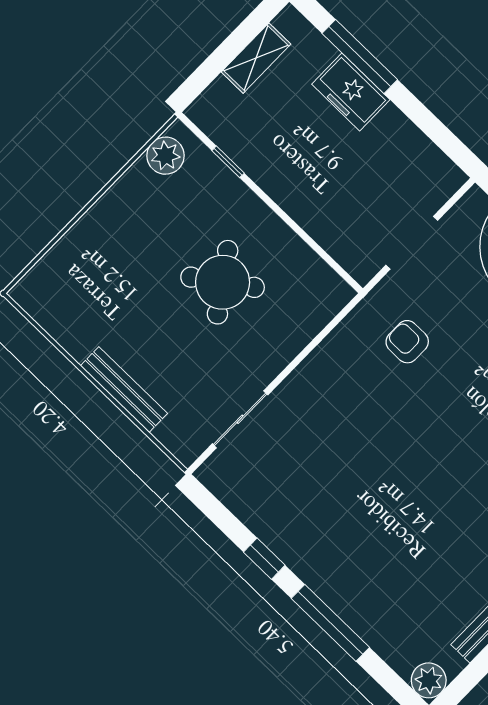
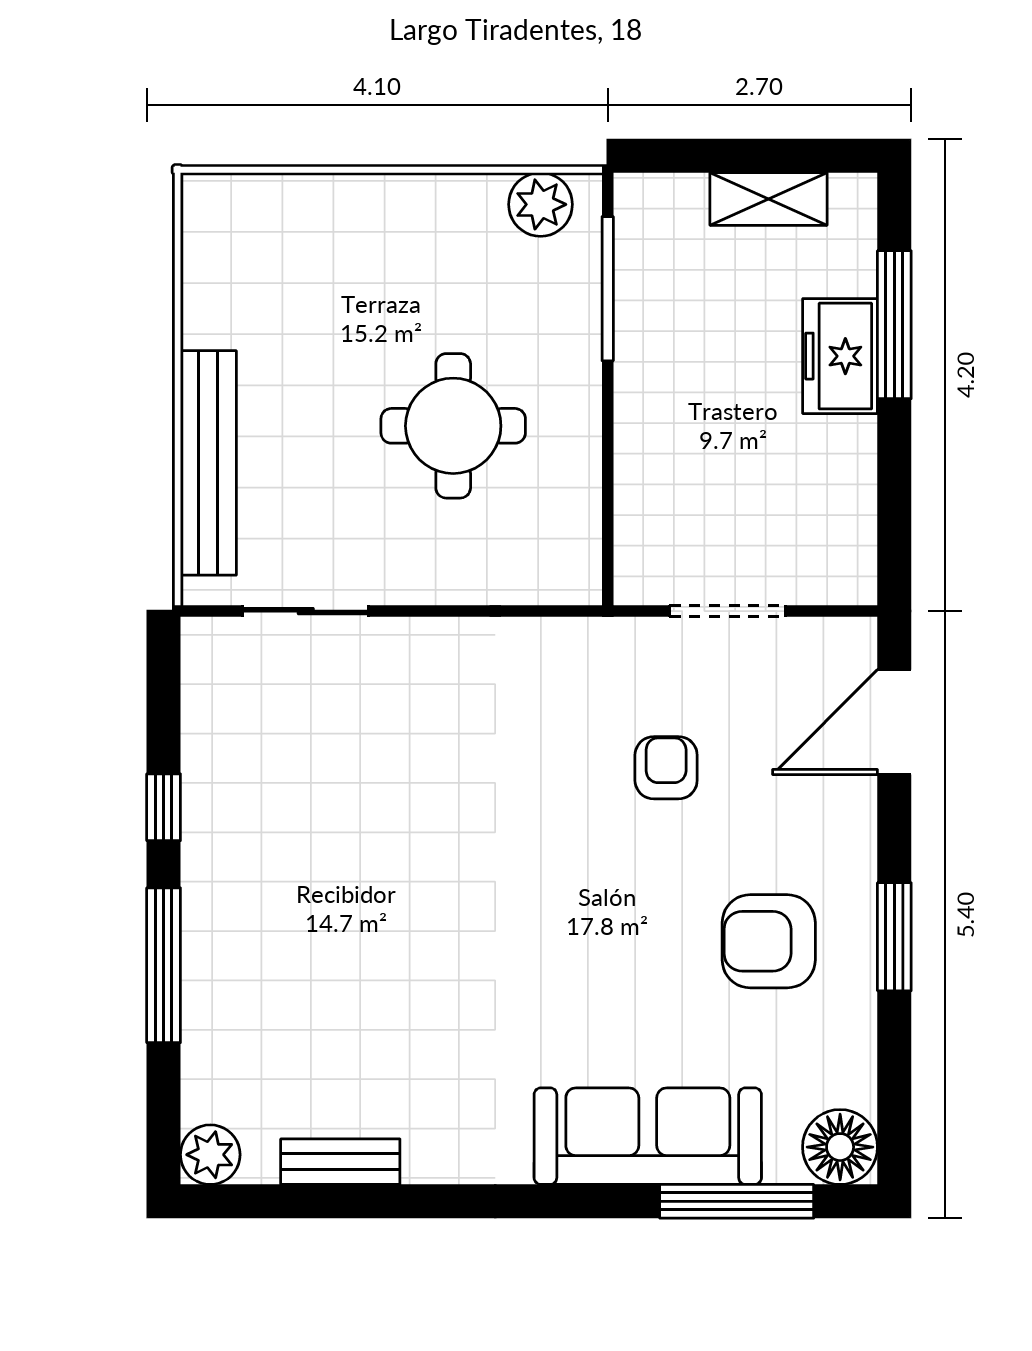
window: (228, 162) -> (608, 289), width x2.17
round table: (223, 282) -> (453, 426), turned 35
armchair: (407, 342) -> (666, 768), moved
bench: (124, 390) -> (208, 463), width x1.37, depth x1.21

